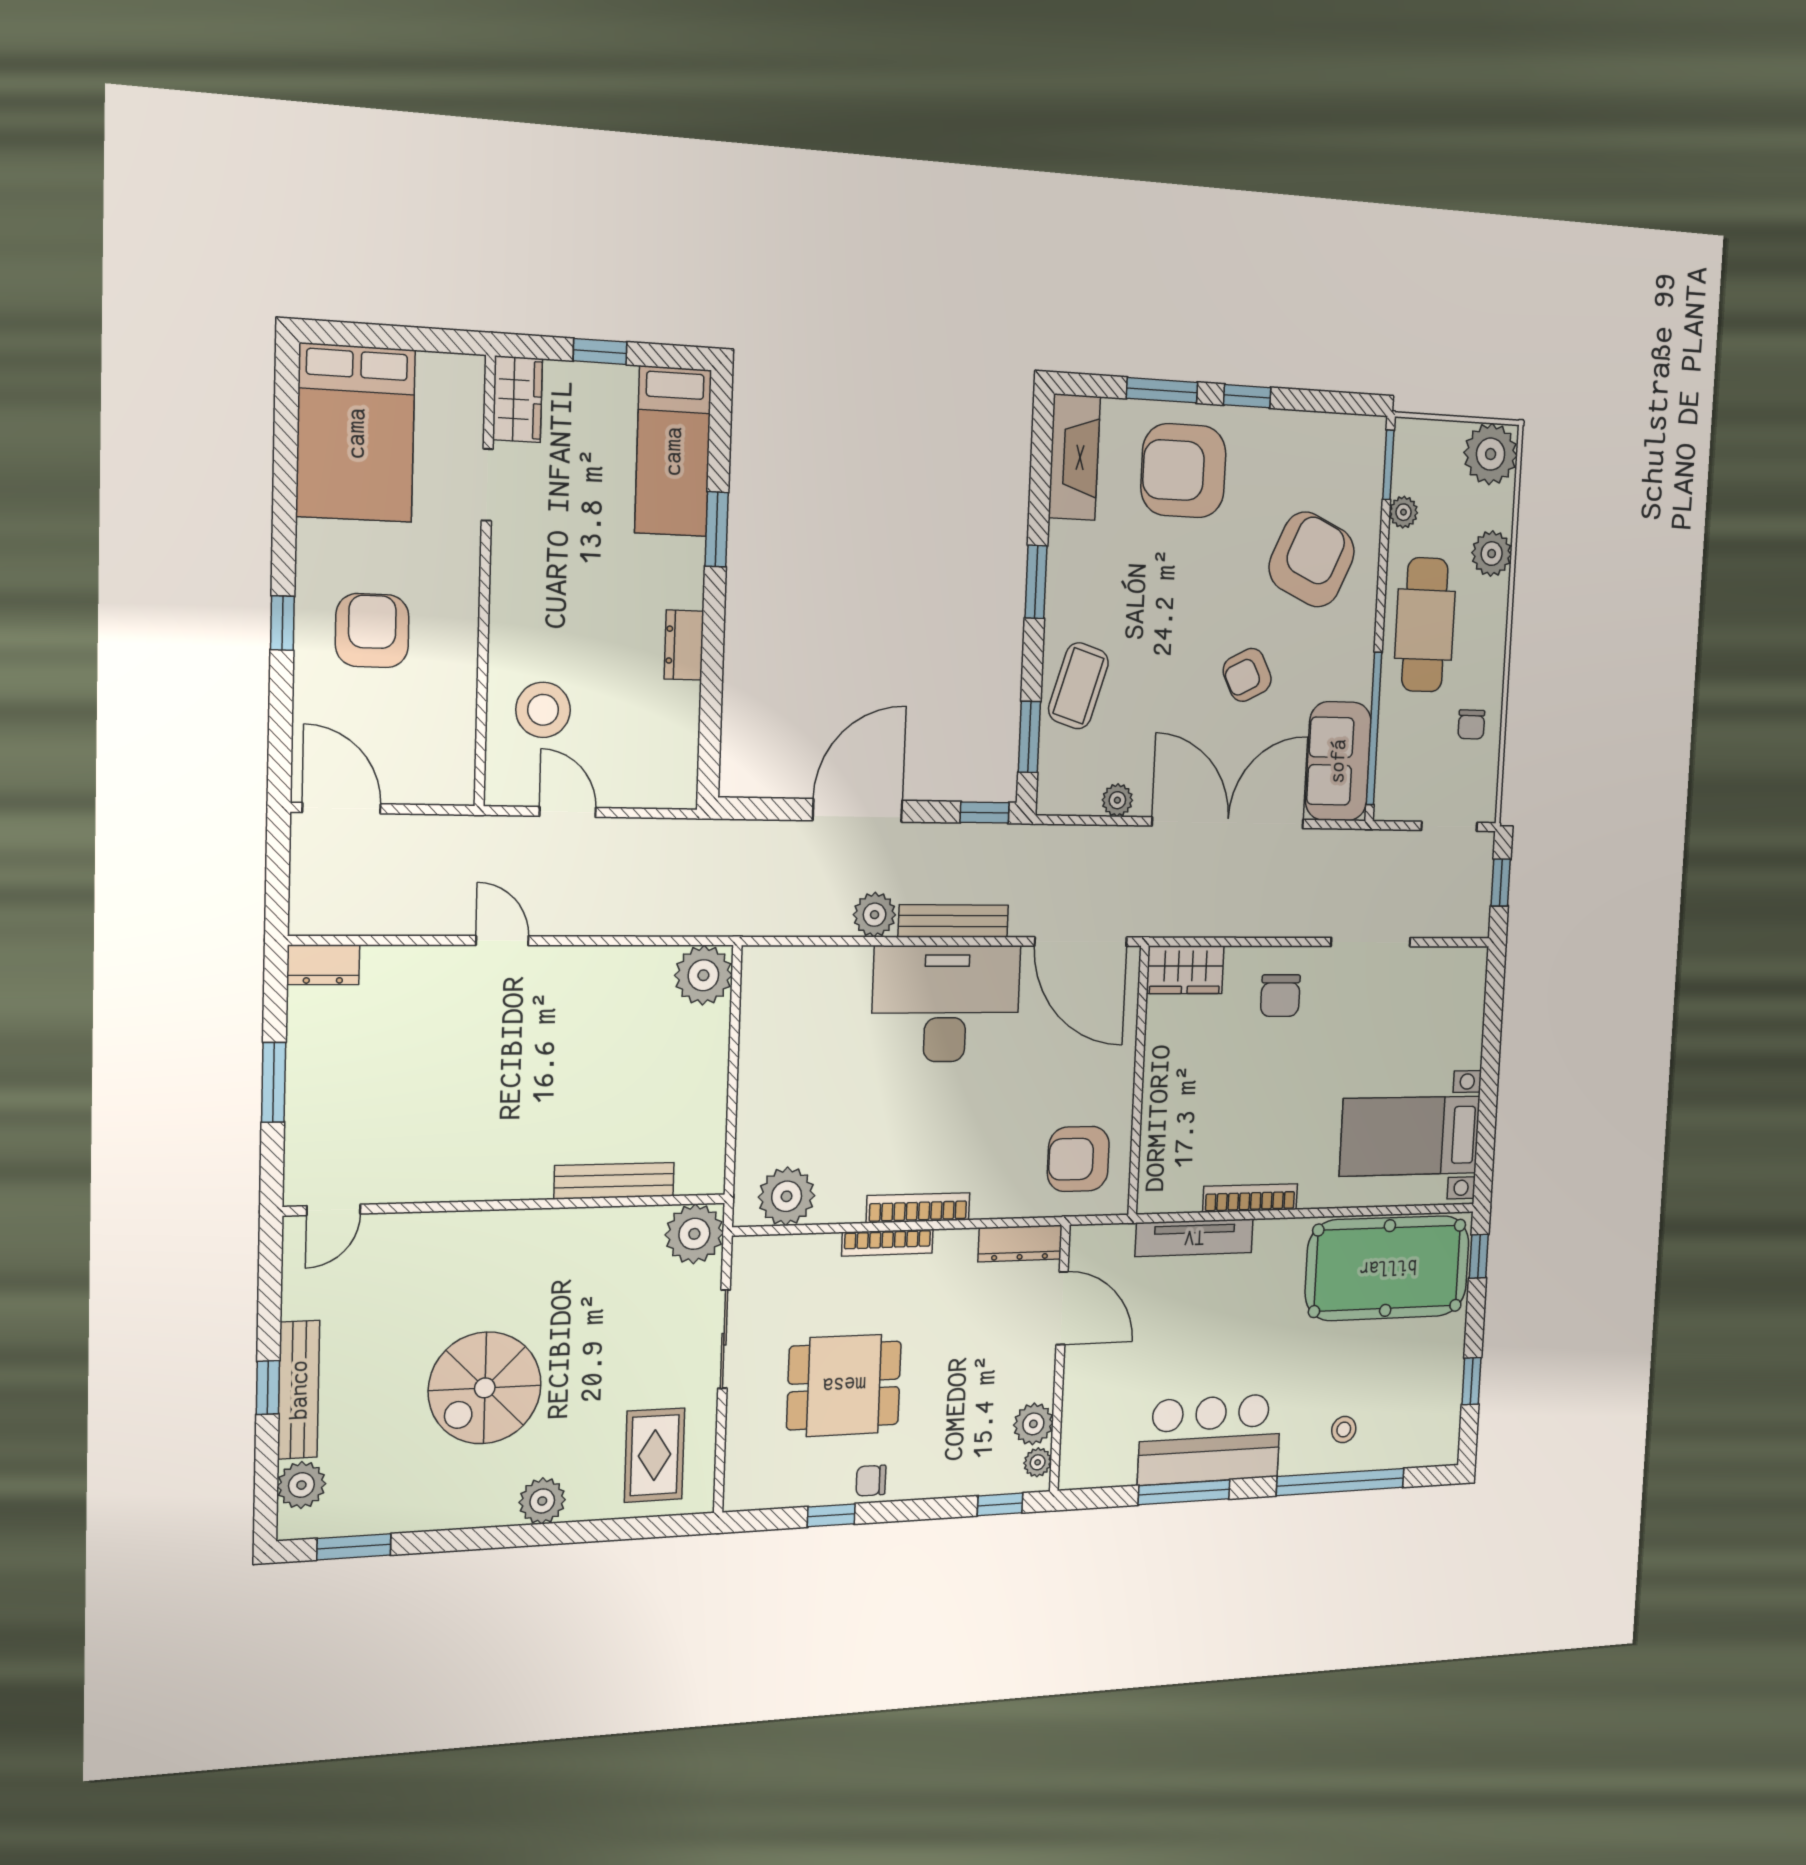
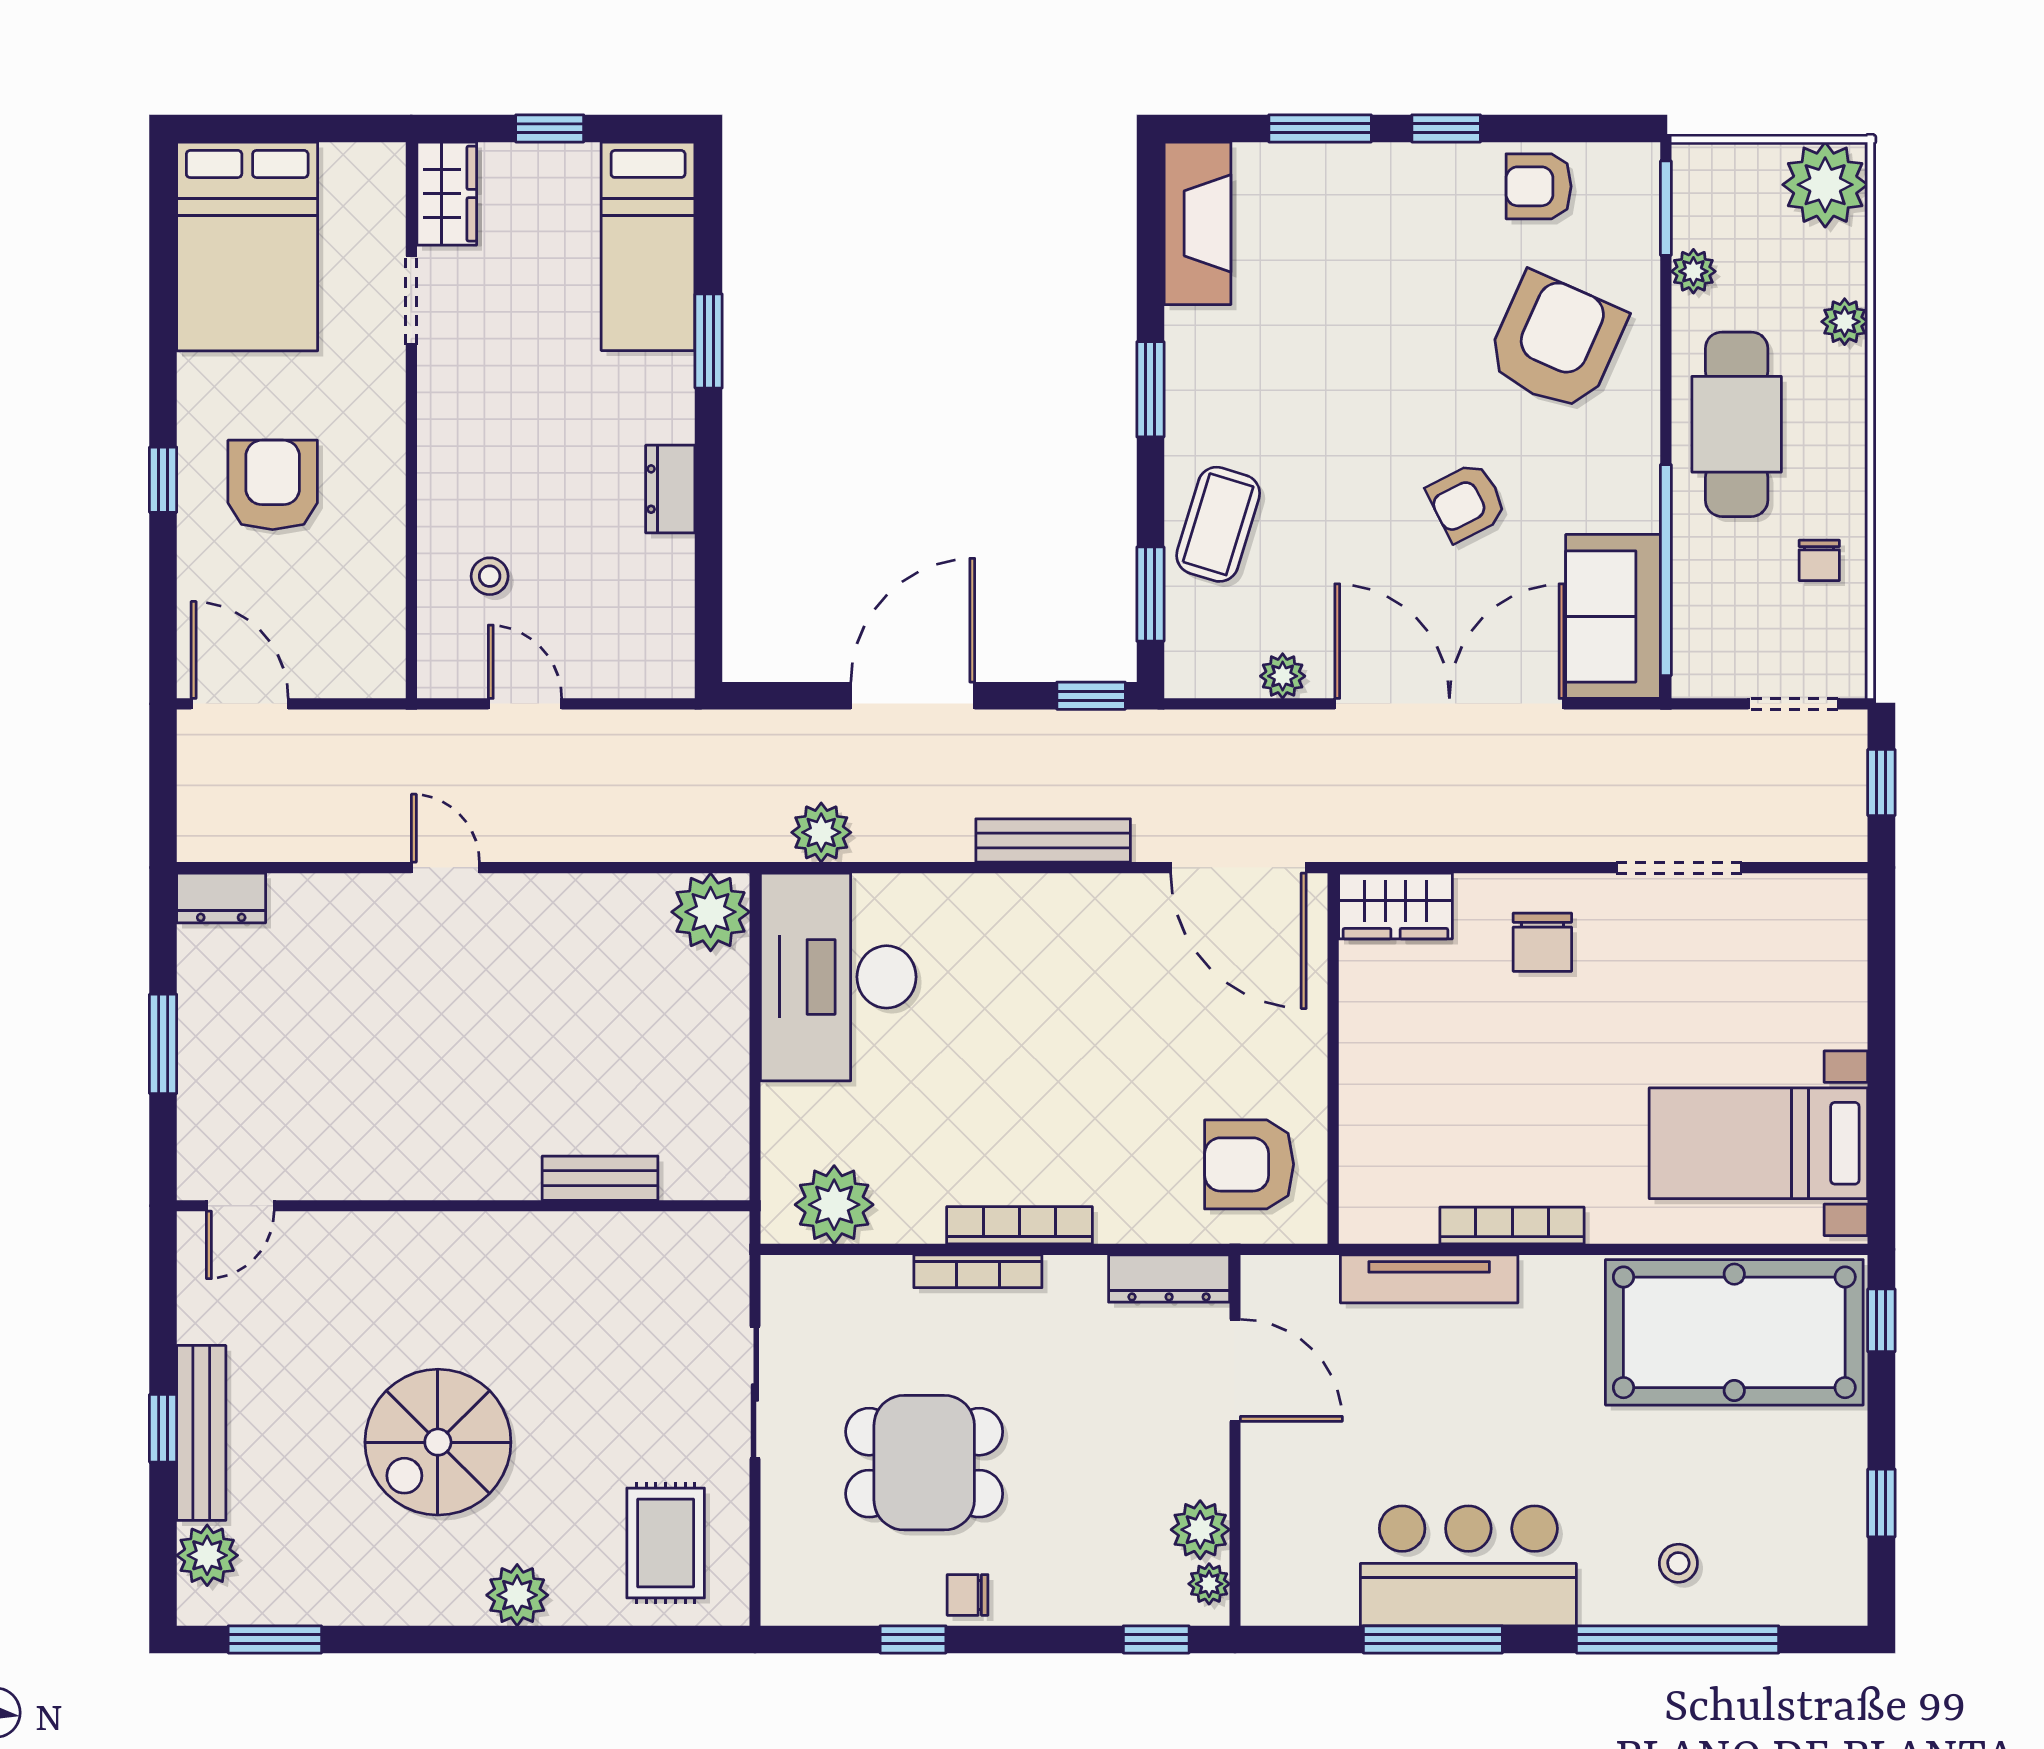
armchair: (1183, 471) -> (1539, 186), moved, width x0.53, depth x0.53
plant: (1492, 554) -> (1845, 322), width x0.73, depth x0.73
stool: (543, 710) -> (490, 576), width x0.53, depth x0.53
plant: (875, 915) -> (821, 832), moved
desk: (946, 1004) -> (838, 977), moved, turned -90
bench: (614, 1181) -> (600, 1178), width x0.73
plant: (694, 1234) -> (710, 1251), removed

